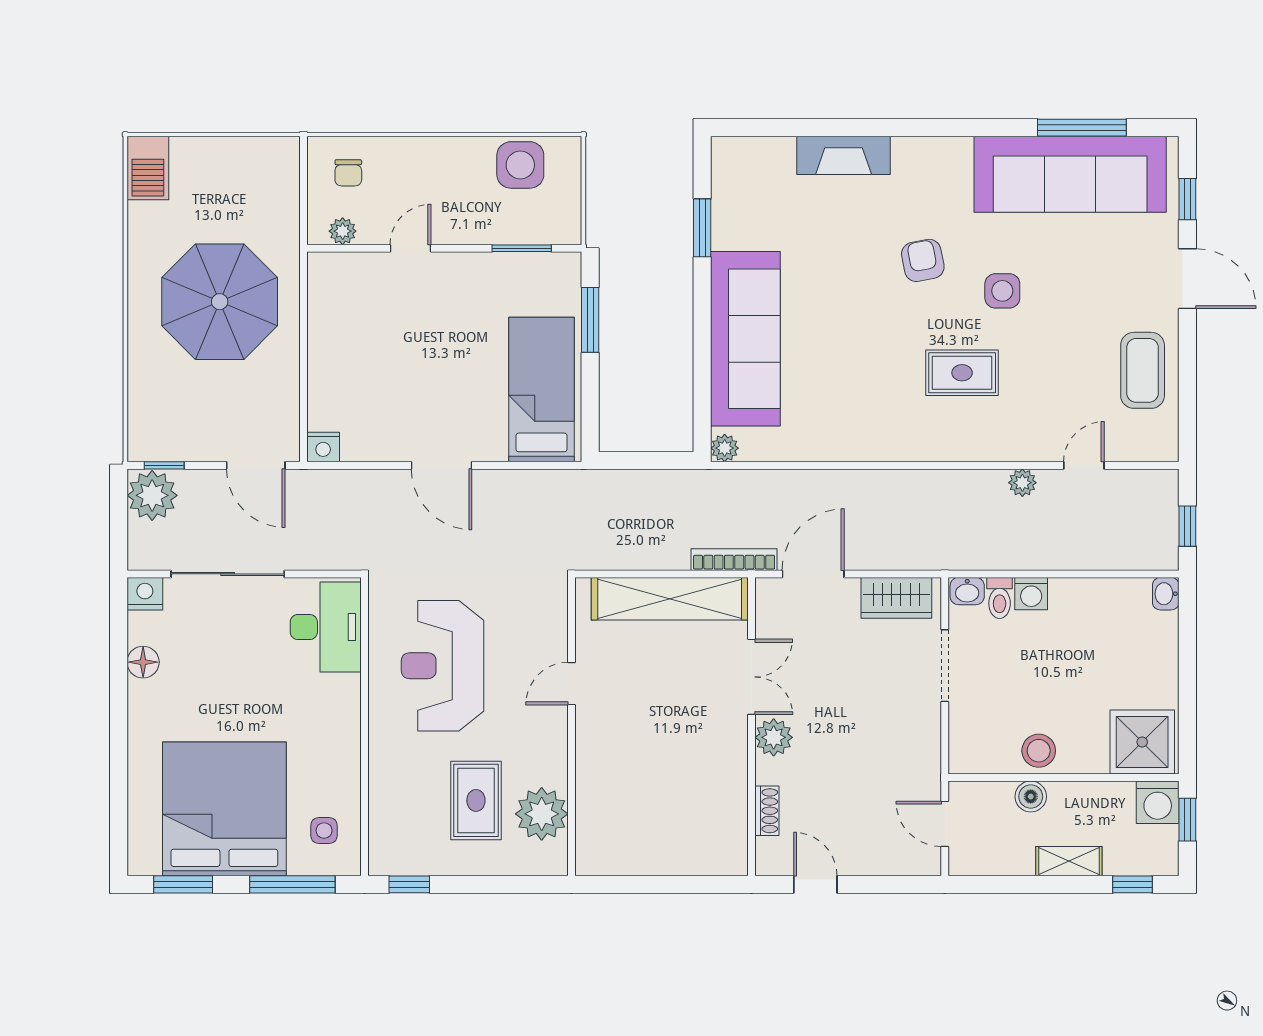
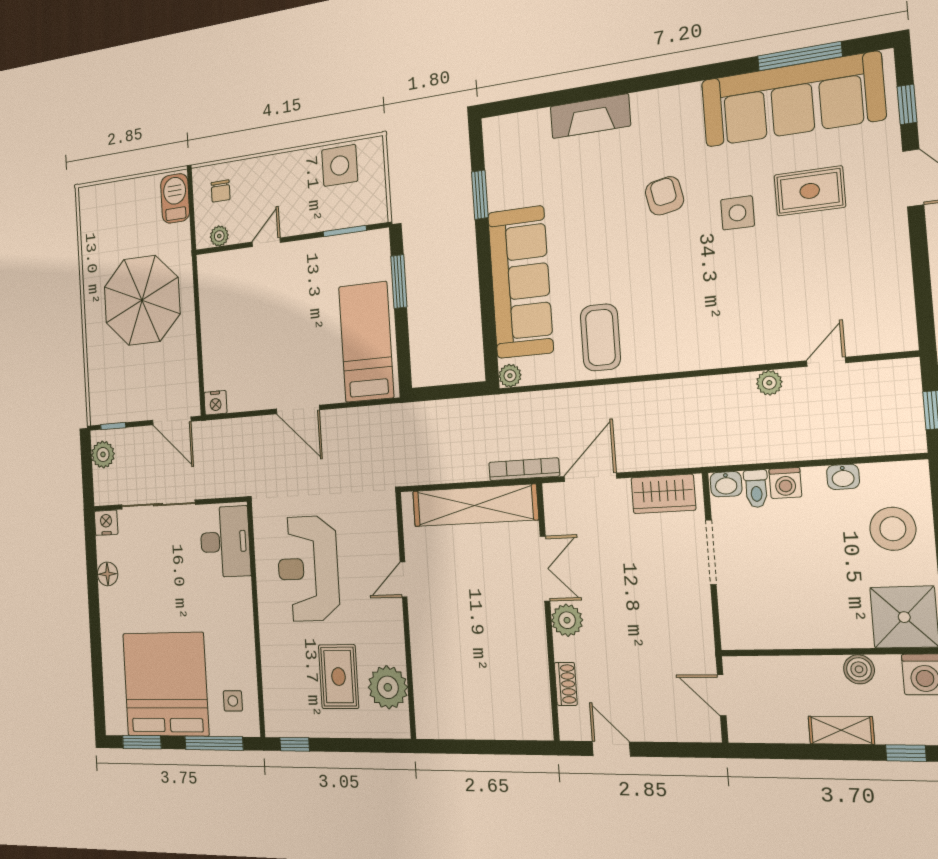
barbecue: (148, 168) -> (175, 198), moved, turned 180
coffee table: (1143, 370) -> (600, 337), moved
rug: (962, 373) -> (810, 191), moved
plant: (152, 495) -> (103, 454), width x0.73, depth x0.73
washbasin: (1166, 594) -> (843, 477), moved, turned -90
stool: (1039, 751) -> (893, 529), moved, width x1.38, depth x1.38
boiler: (1031, 797) -> (859, 669), moved

